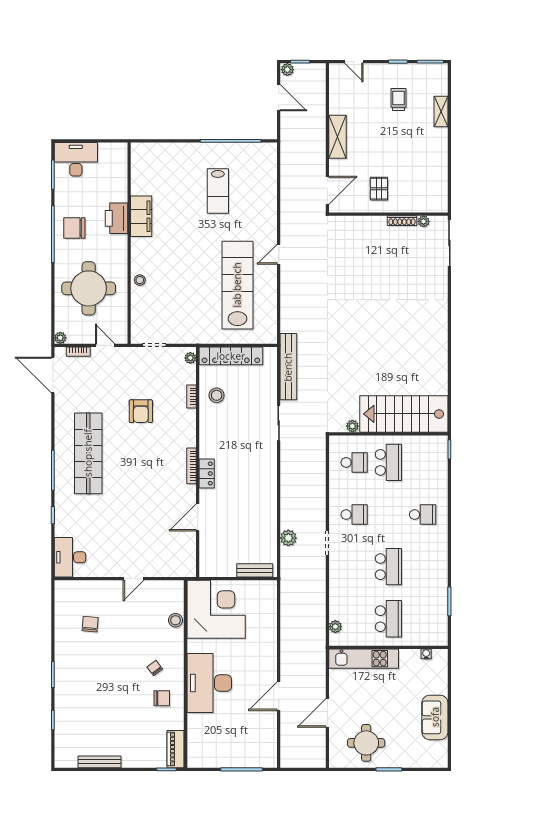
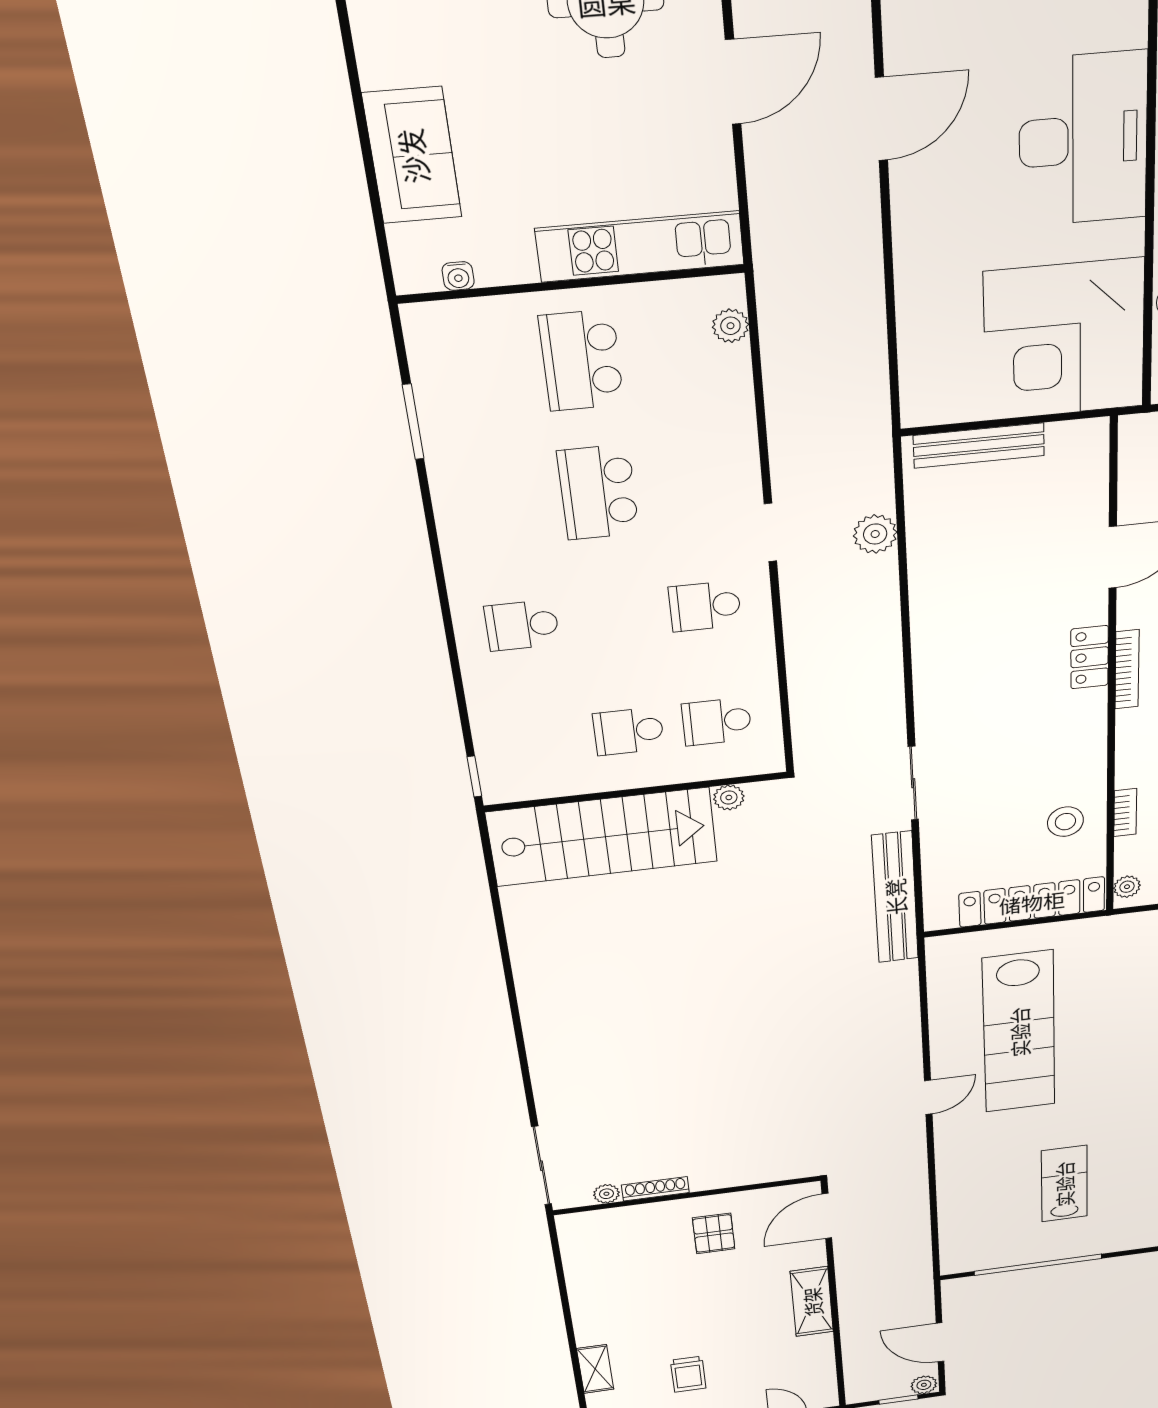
school desk: (388, 462) -> (629, 731), width x0.54
bench: (255, 570) -> (979, 446), width x1.36
sofa: (435, 717) -> (412, 156), moved

